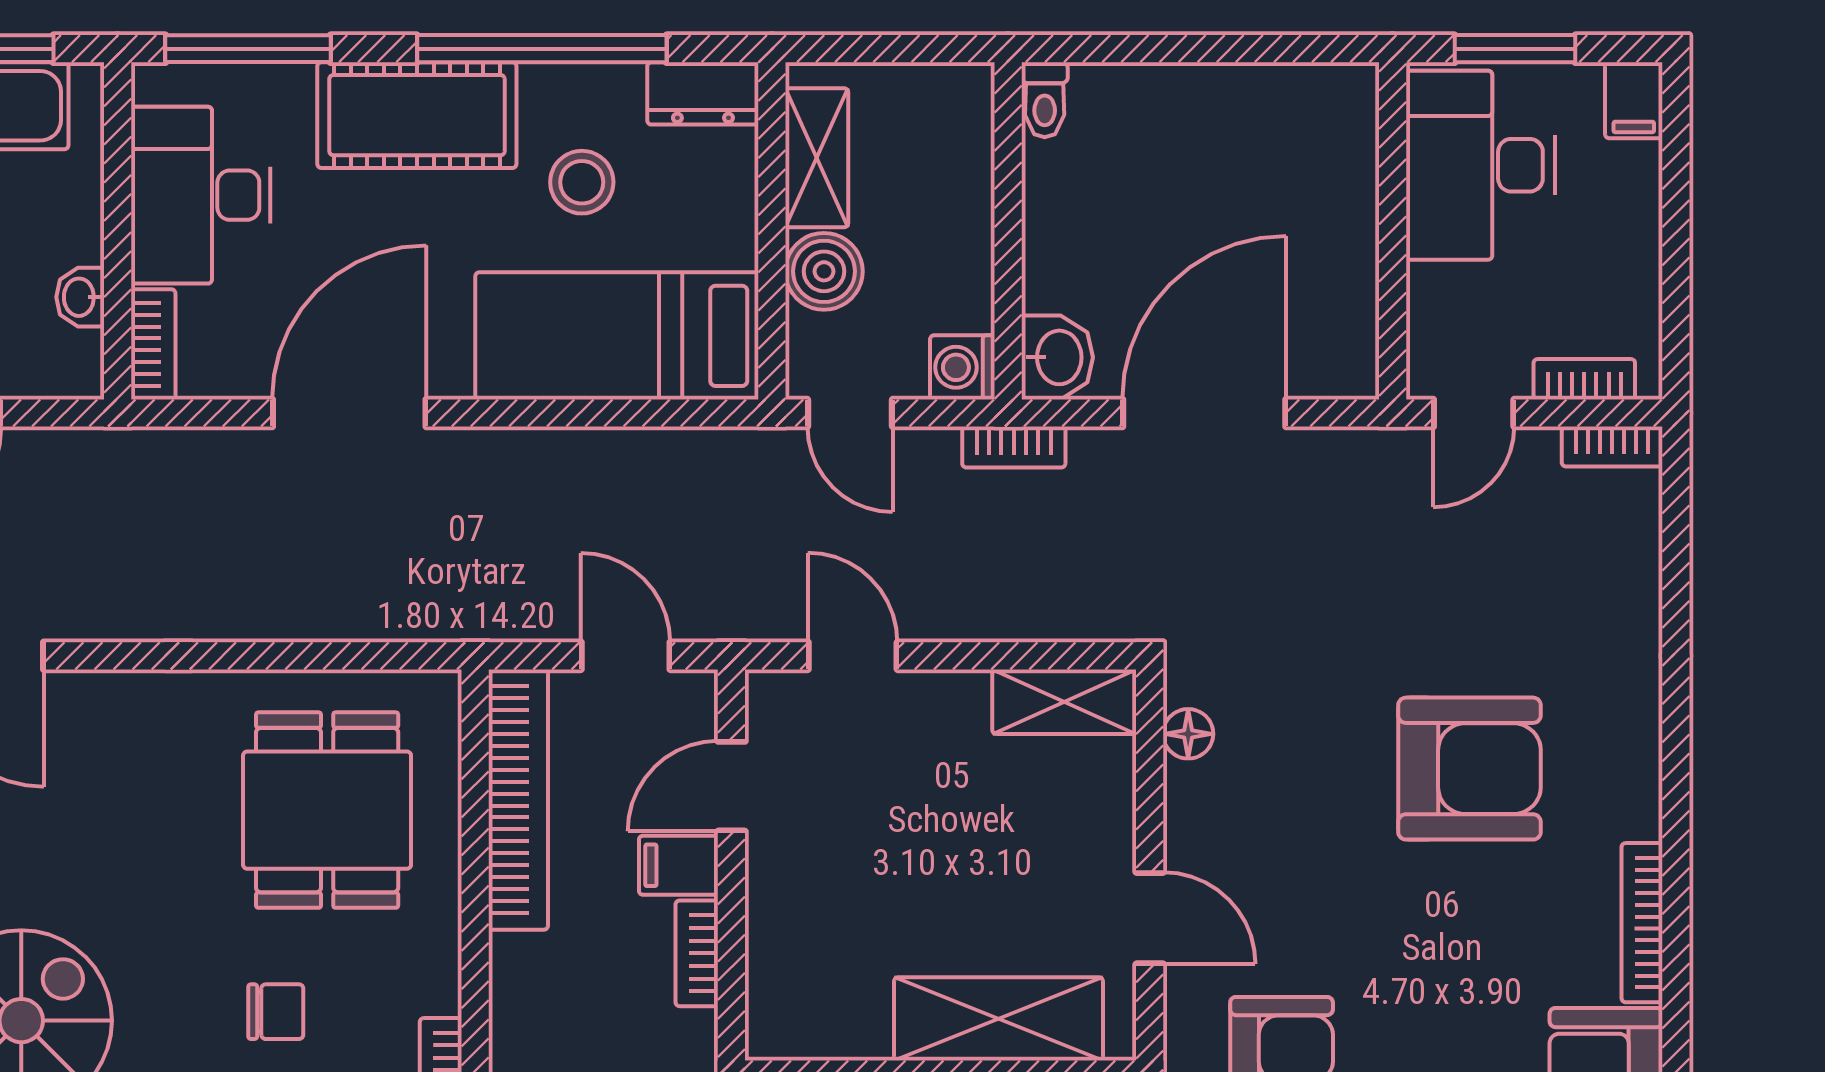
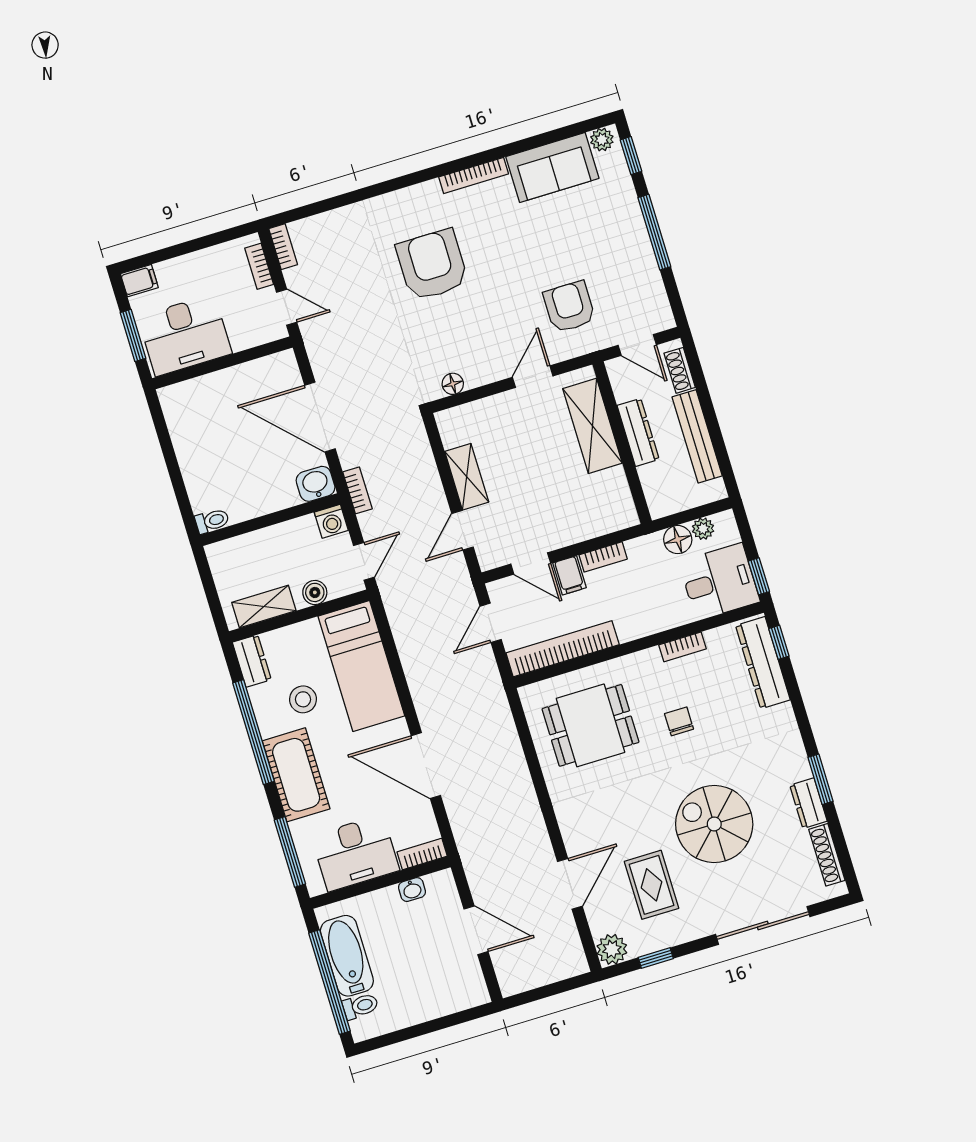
boiler: (824, 271) -> (315, 592), width x0.73, depth x0.73
shelving: (1064, 702) -> (467, 477), moved

